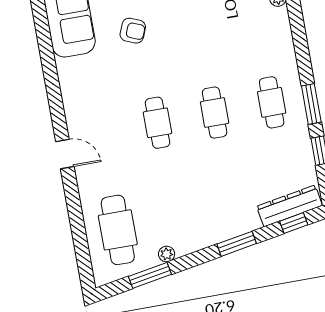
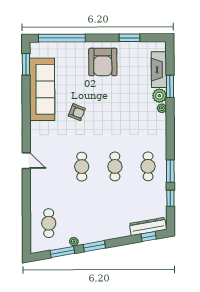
door: (65, 154) -> (26, 161), moved
cafe table: (118, 230) -> (49, 223), width x0.73, depth x0.74
window: (237, 244) -> (94, 246), moved

